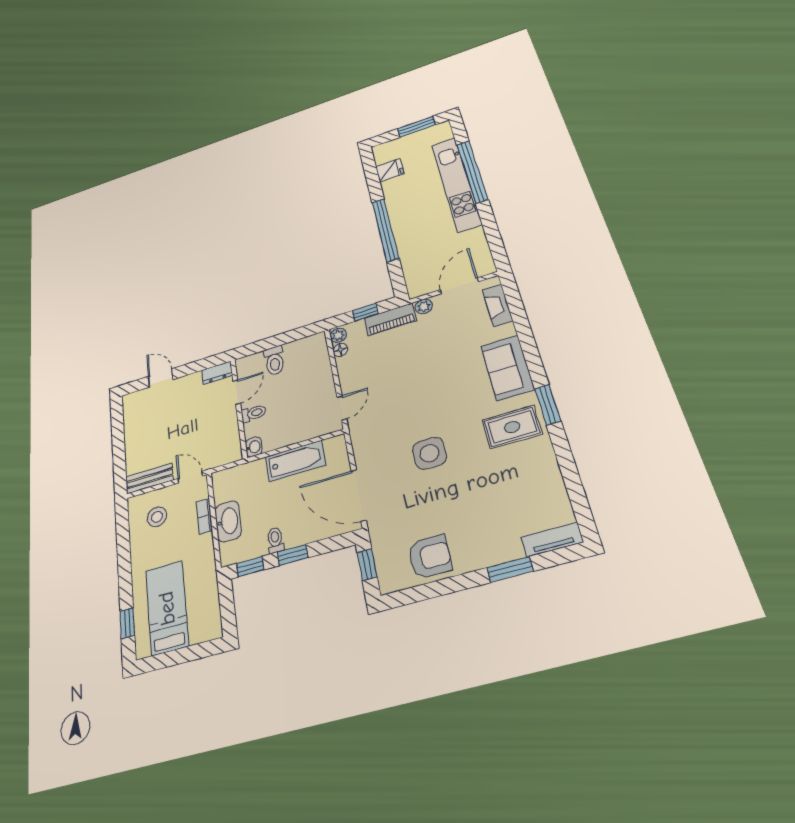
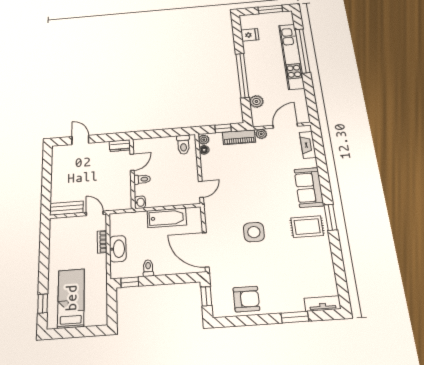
plant: (411, 262) -> (256, 101), added
toilet: (274, 361) -> (183, 145), moved
stool: (157, 517) -> (69, 235), removed
window: (293, 555) -> (159, 280), removed

